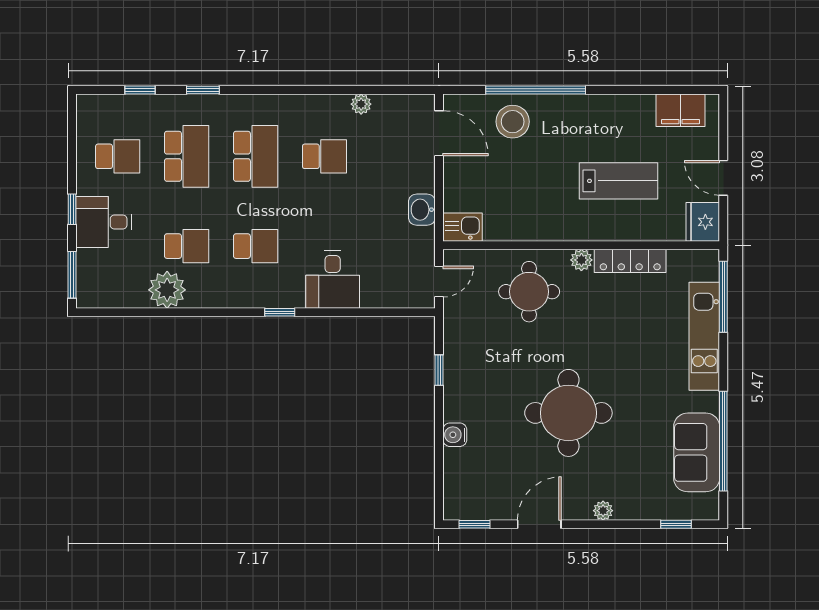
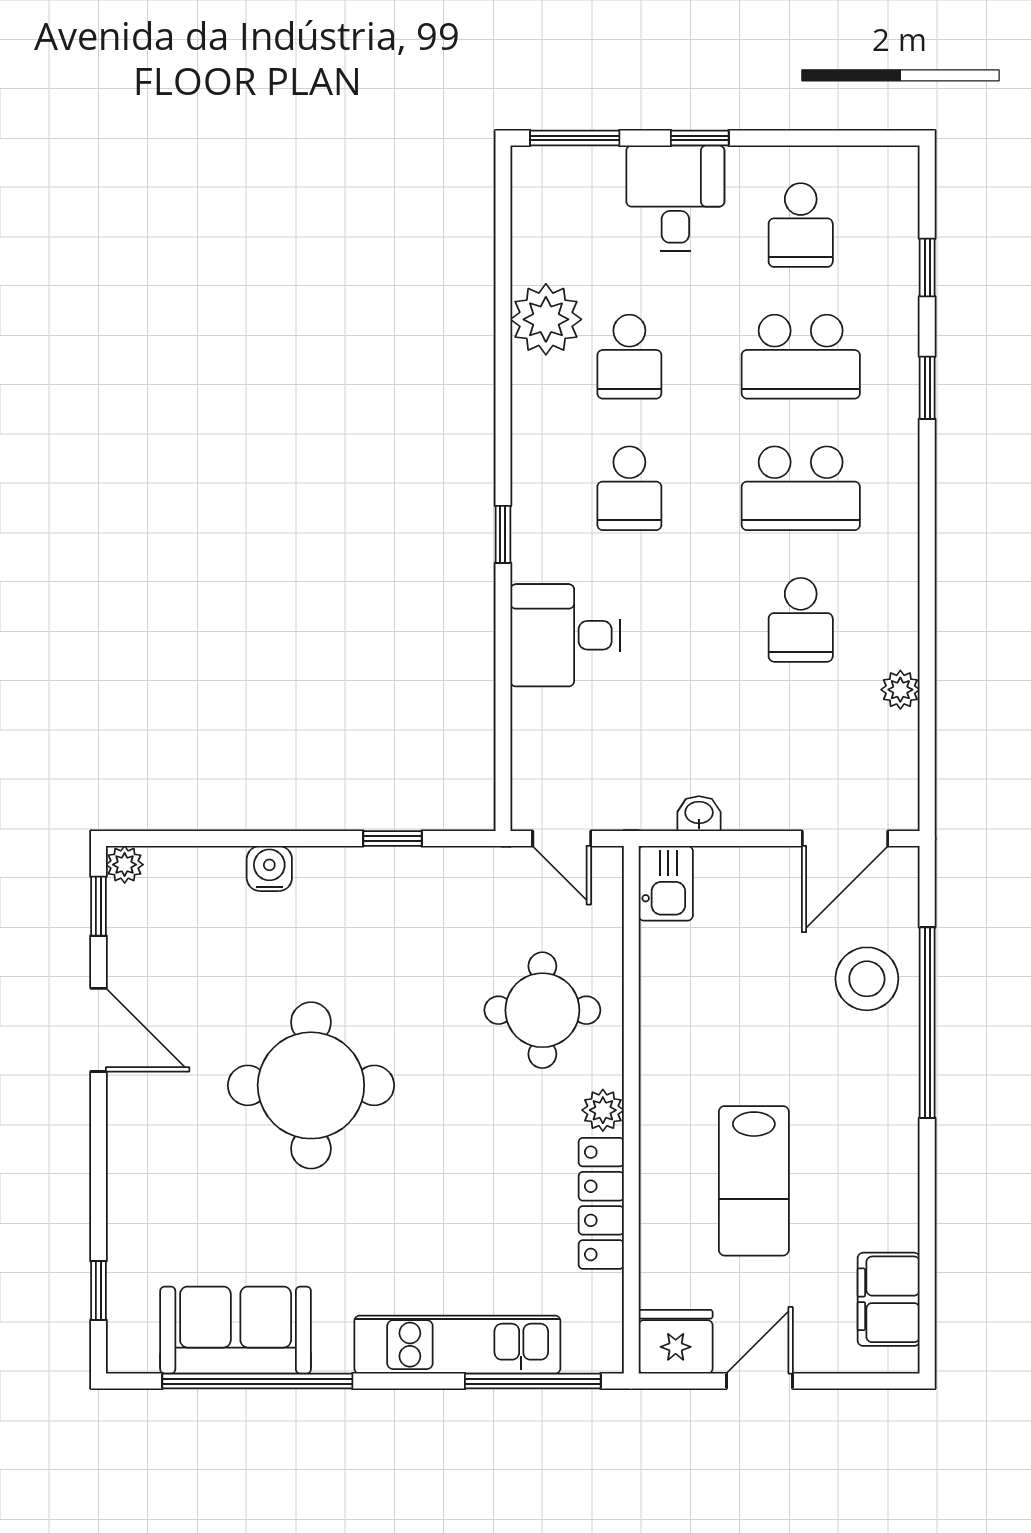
washbasin: (422, 210) -> (699, 814), width x0.72, depth x0.69
plant: (603, 511) -> (125, 865), moved

